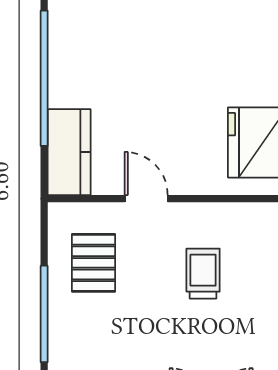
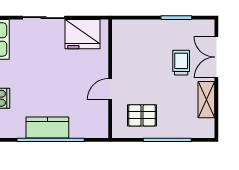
kitchen counter: (69, 152) -> (47, 127), moved
trolley: (203, 274) -> (181, 63), moved, turned 90

